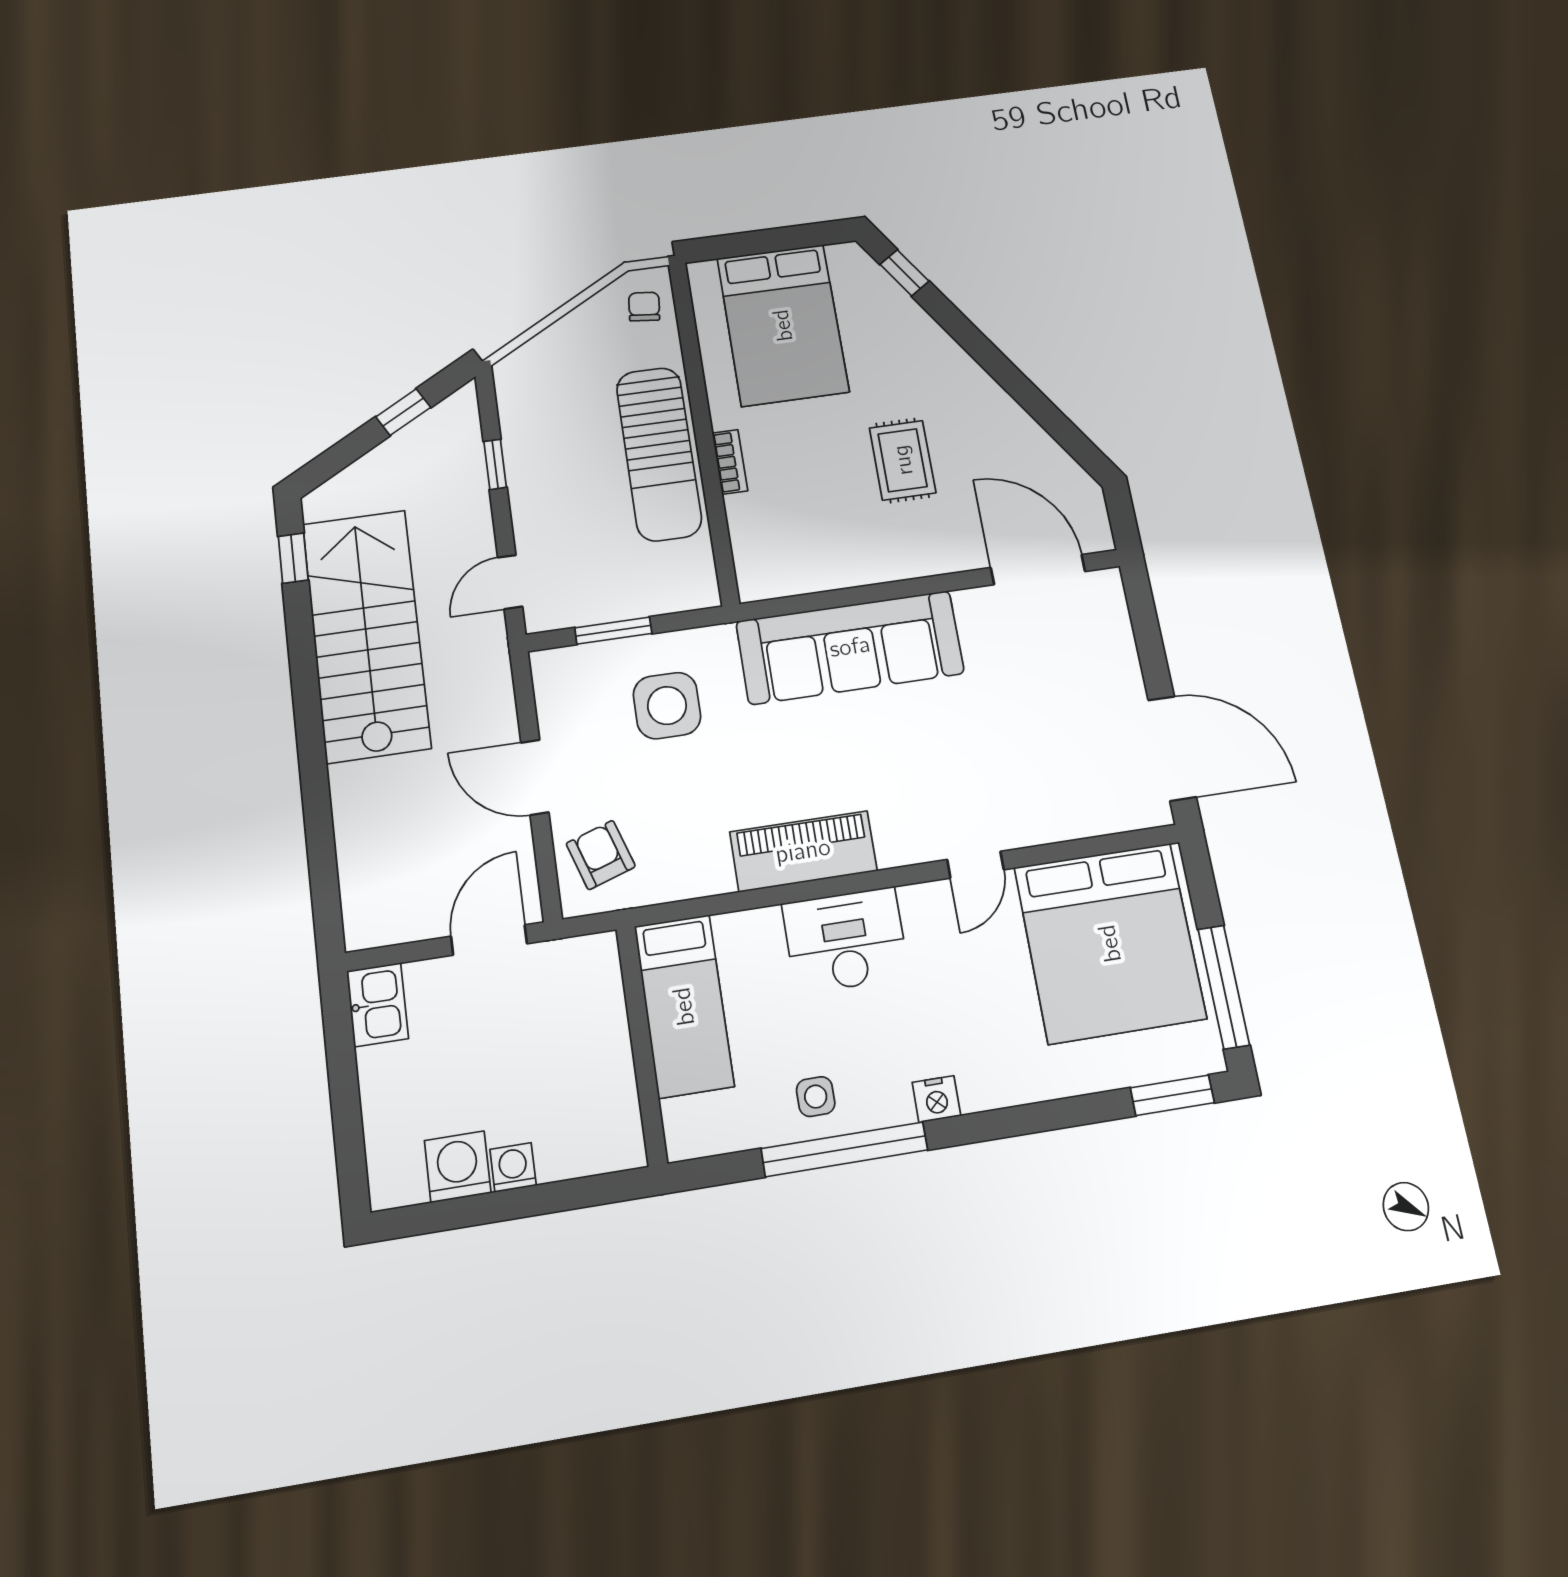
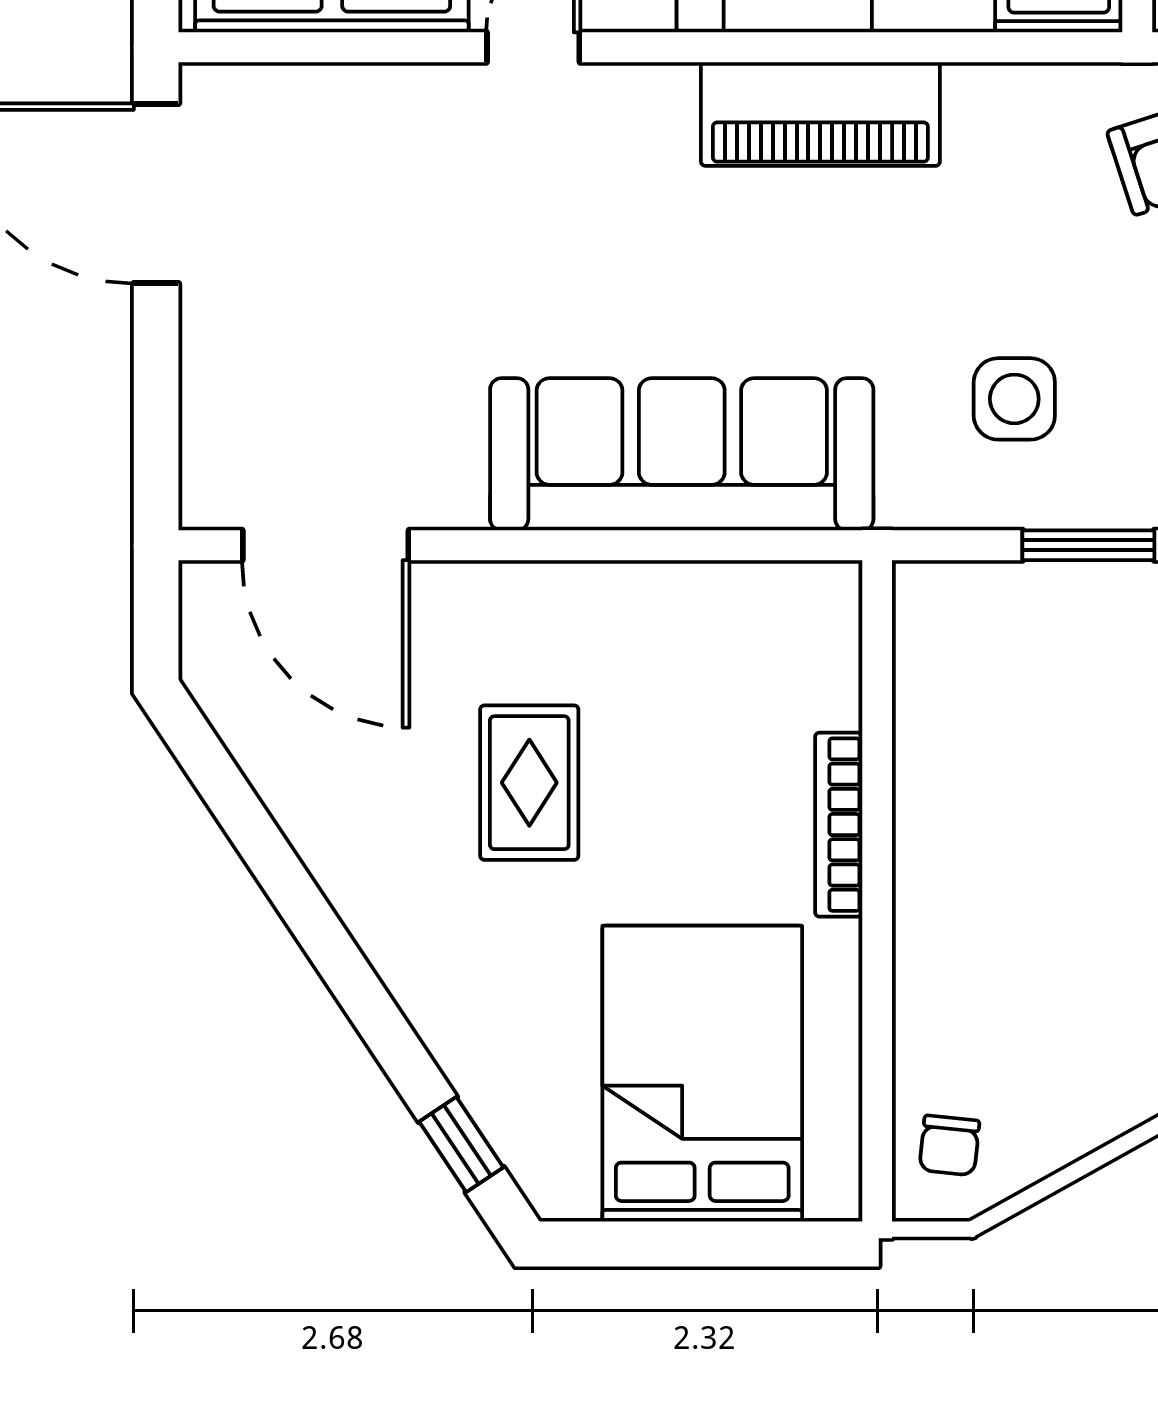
sun lounger: (659, 454) -> (963, 858), removed
bookcase: (730, 462) -> (839, 825), width x1.56
side table: (667, 706) -> (1014, 399), width x0.73, depth x0.73

